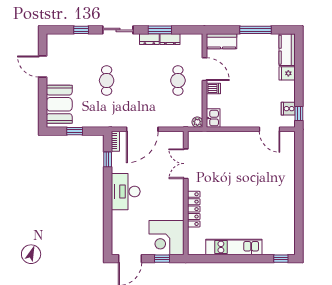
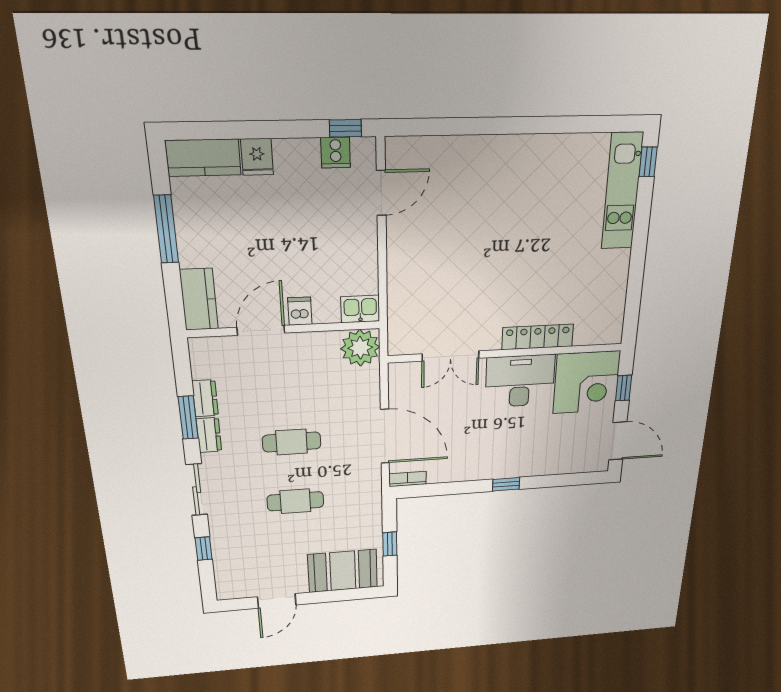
cafe table: (178, 81) -> (292, 442), moved
plant: (197, 122) -> (360, 348), width x1.88, depth x1.88
window: (108, 159) -> (506, 484), moved
desk: (126, 192) -> (520, 381), moved, turned 180
kitchen unit: (234, 247) -> (622, 191), moved

